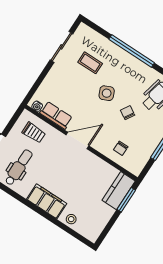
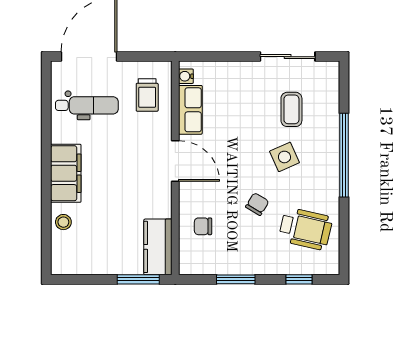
side table: (107, 93) -> (284, 157), moved
kitchen counter: (119, 191) -> (158, 247), moved, turned -90

